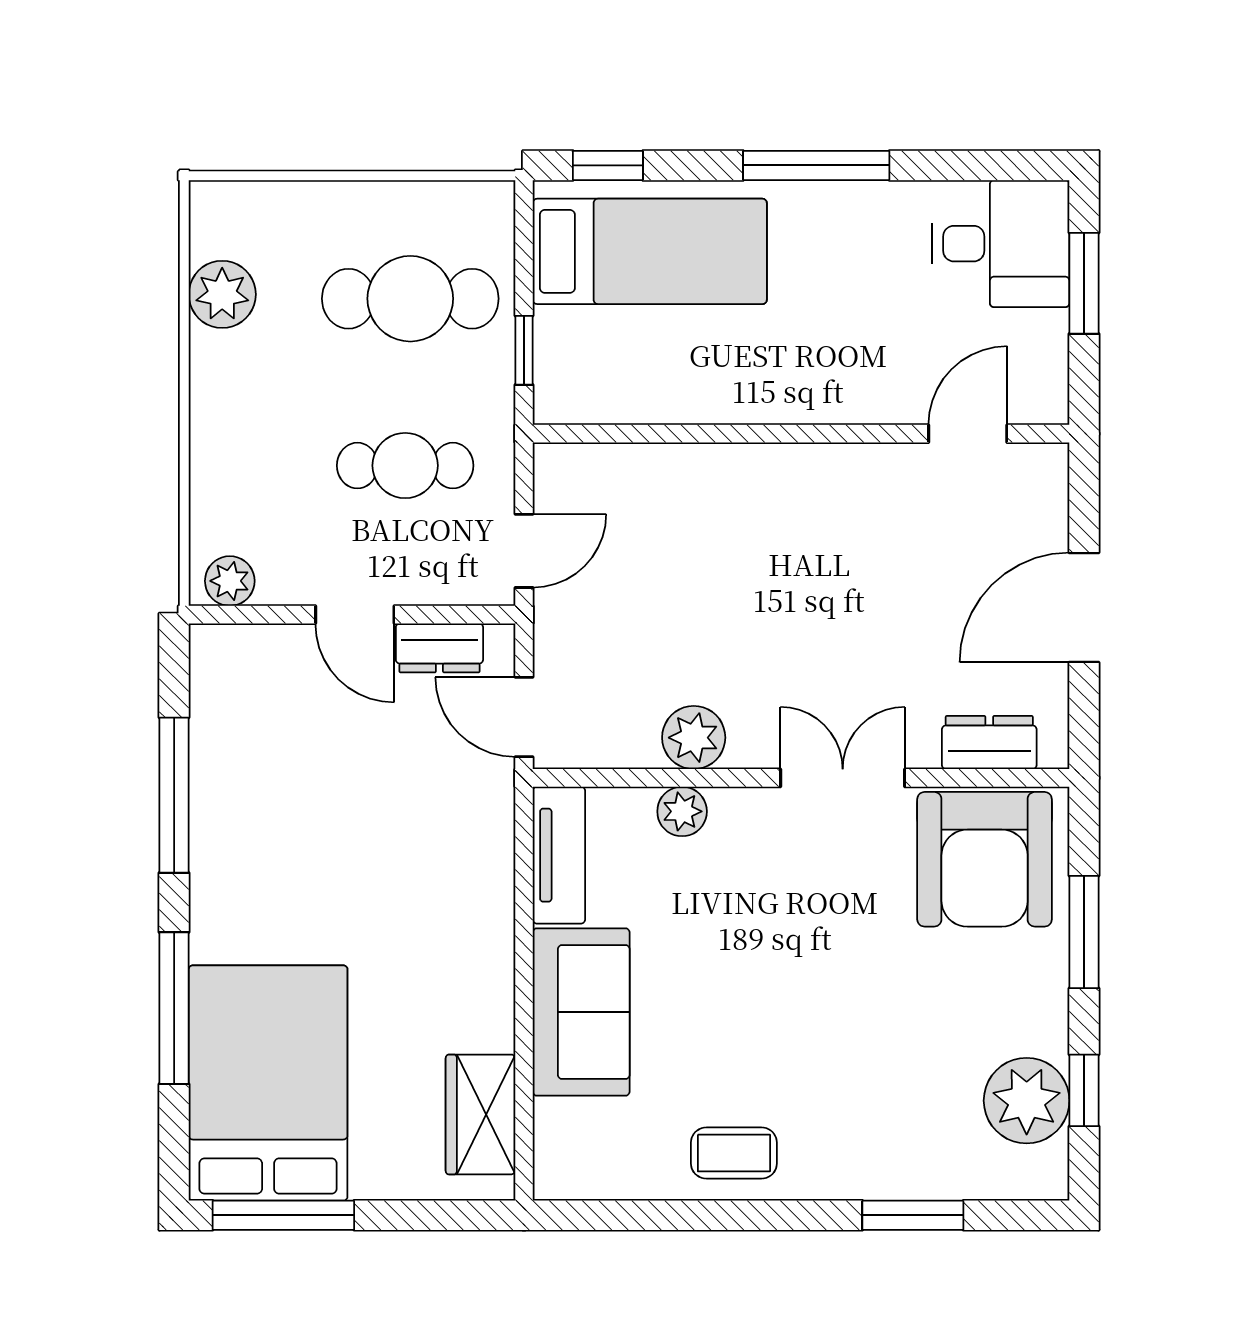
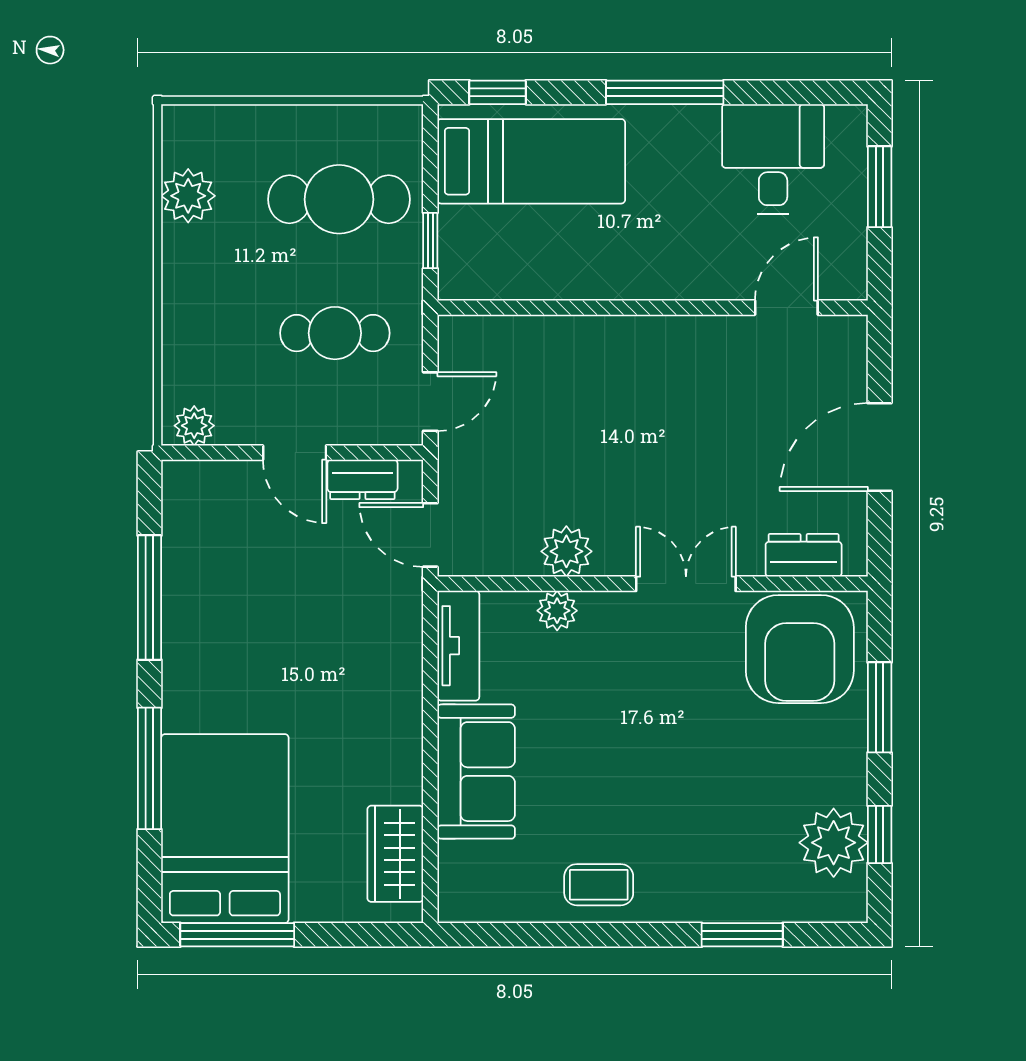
desk: (1001, 244) -> (773, 159), moved, turned -90

